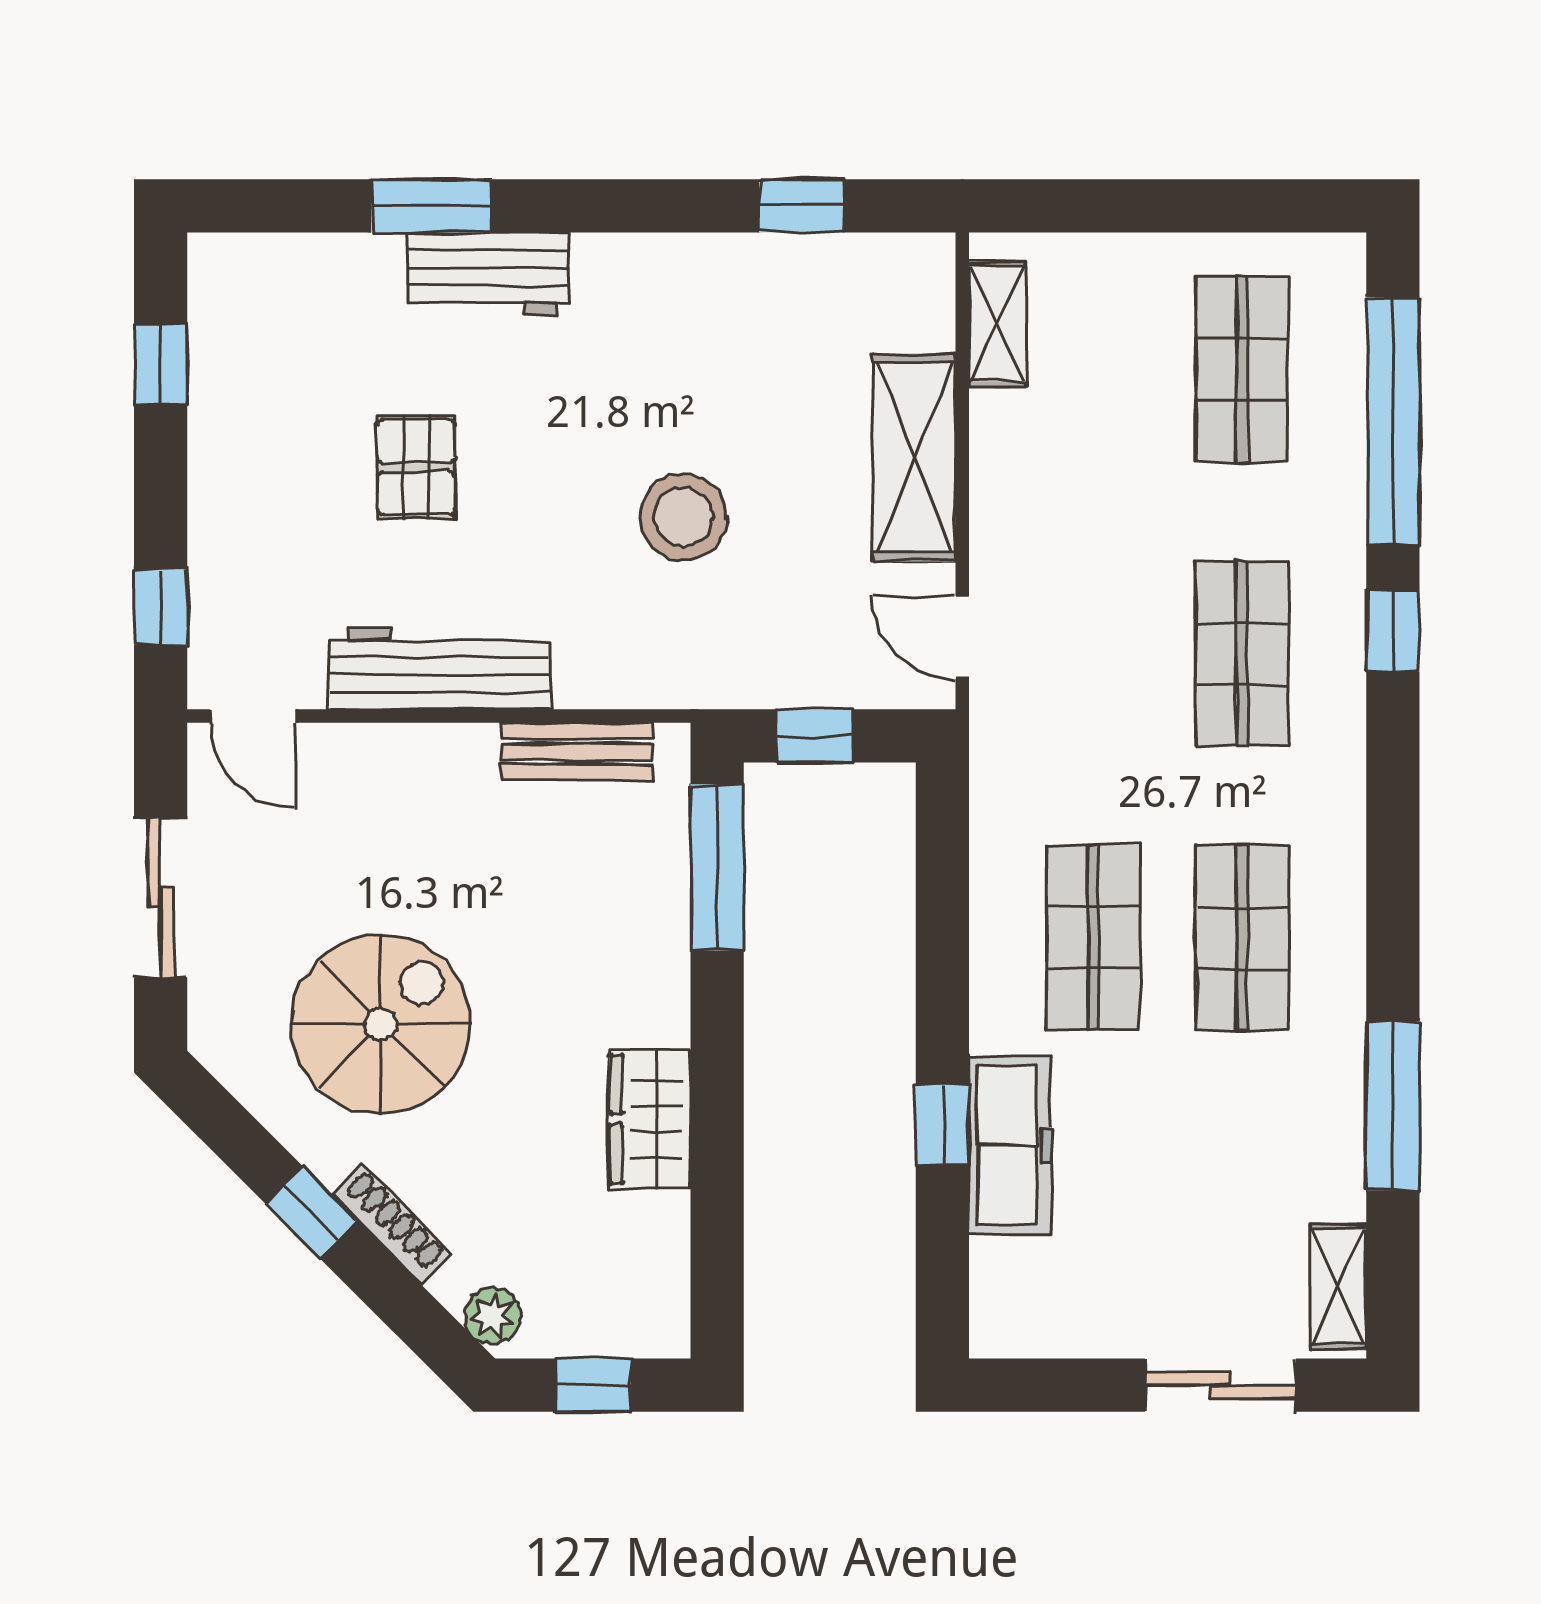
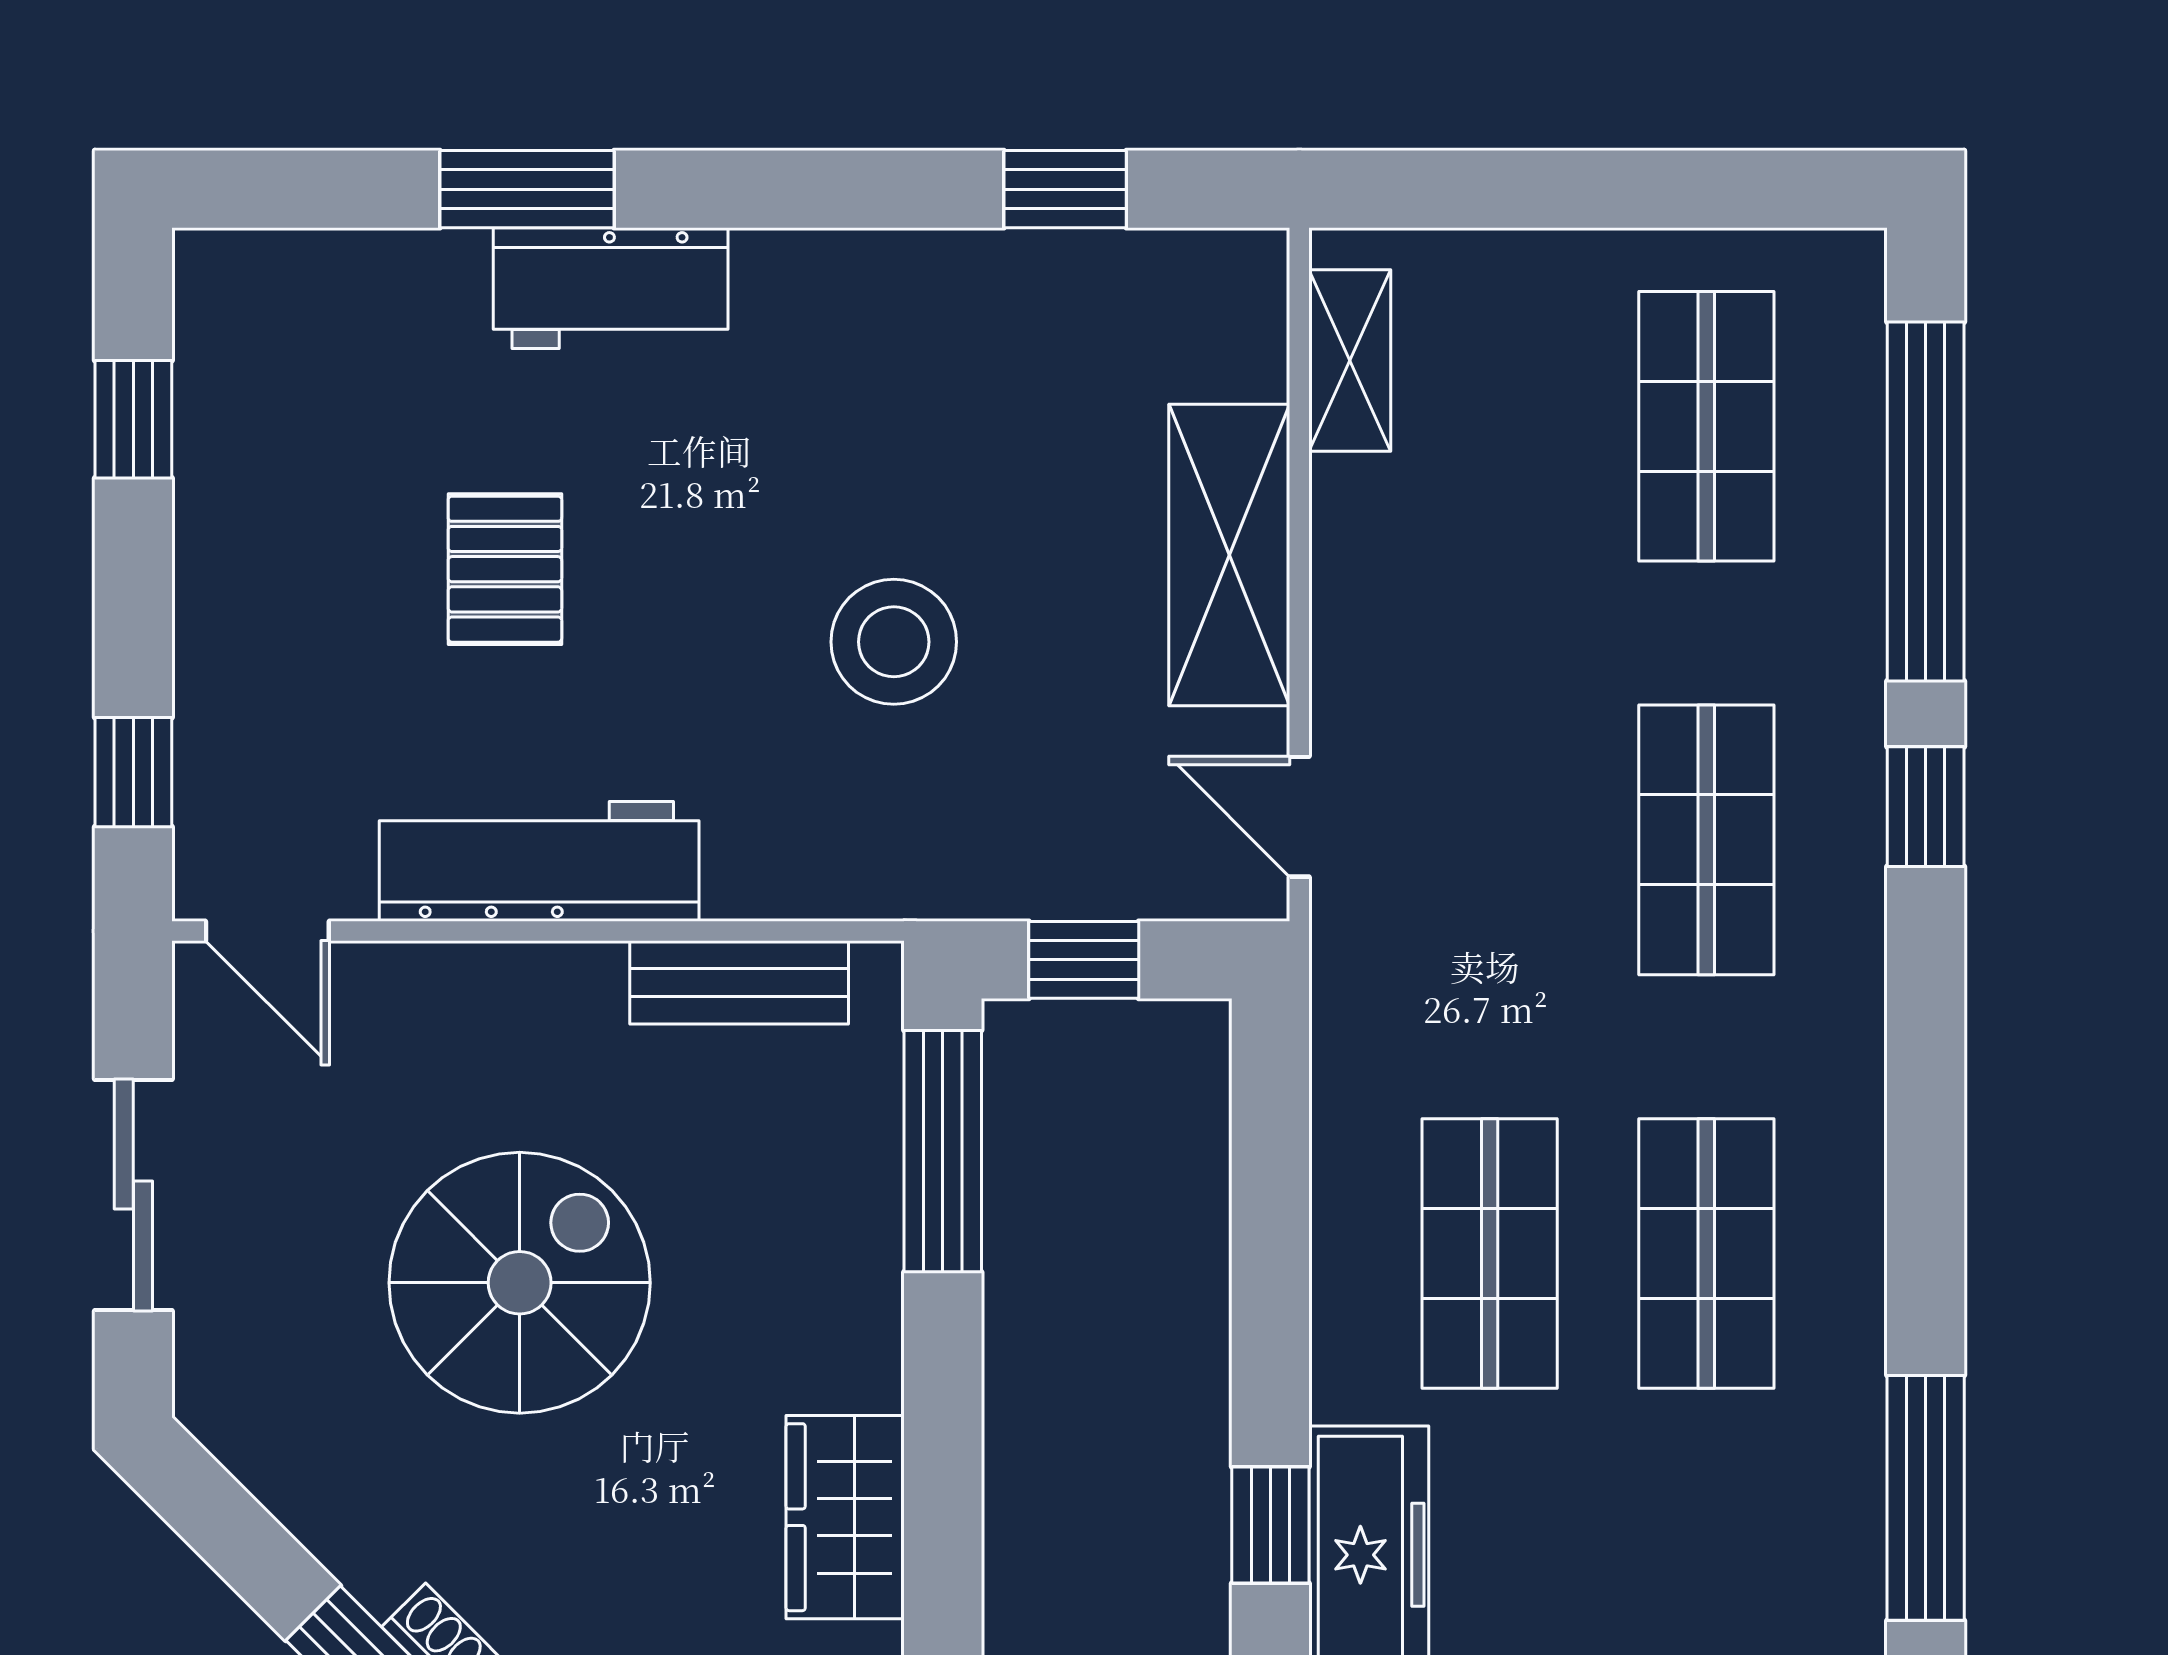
spiral stairs: (381, 1024) -> (520, 1283), moved

